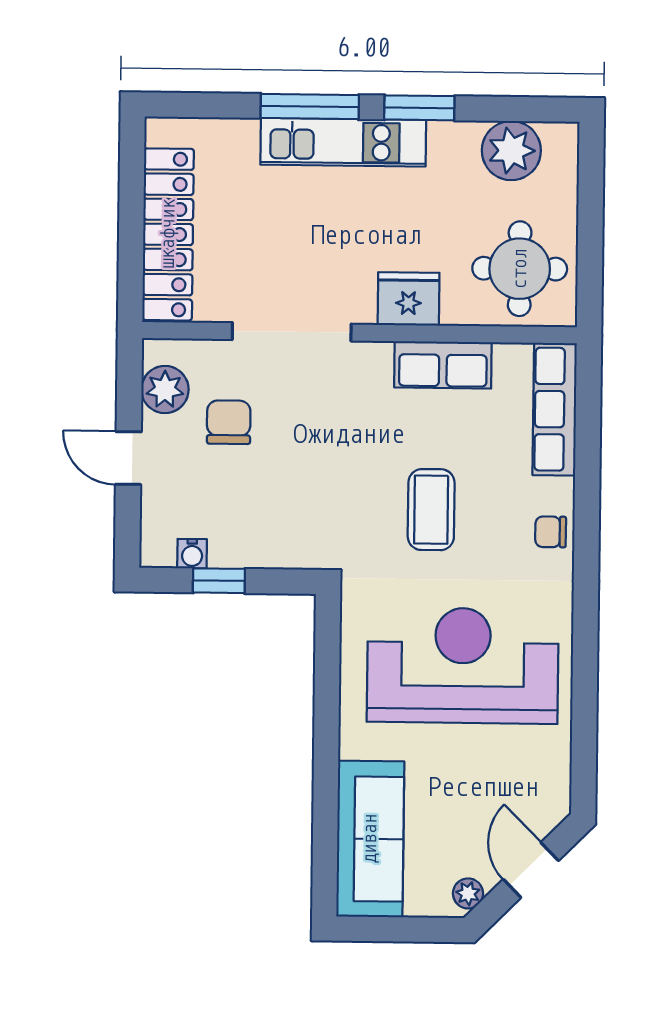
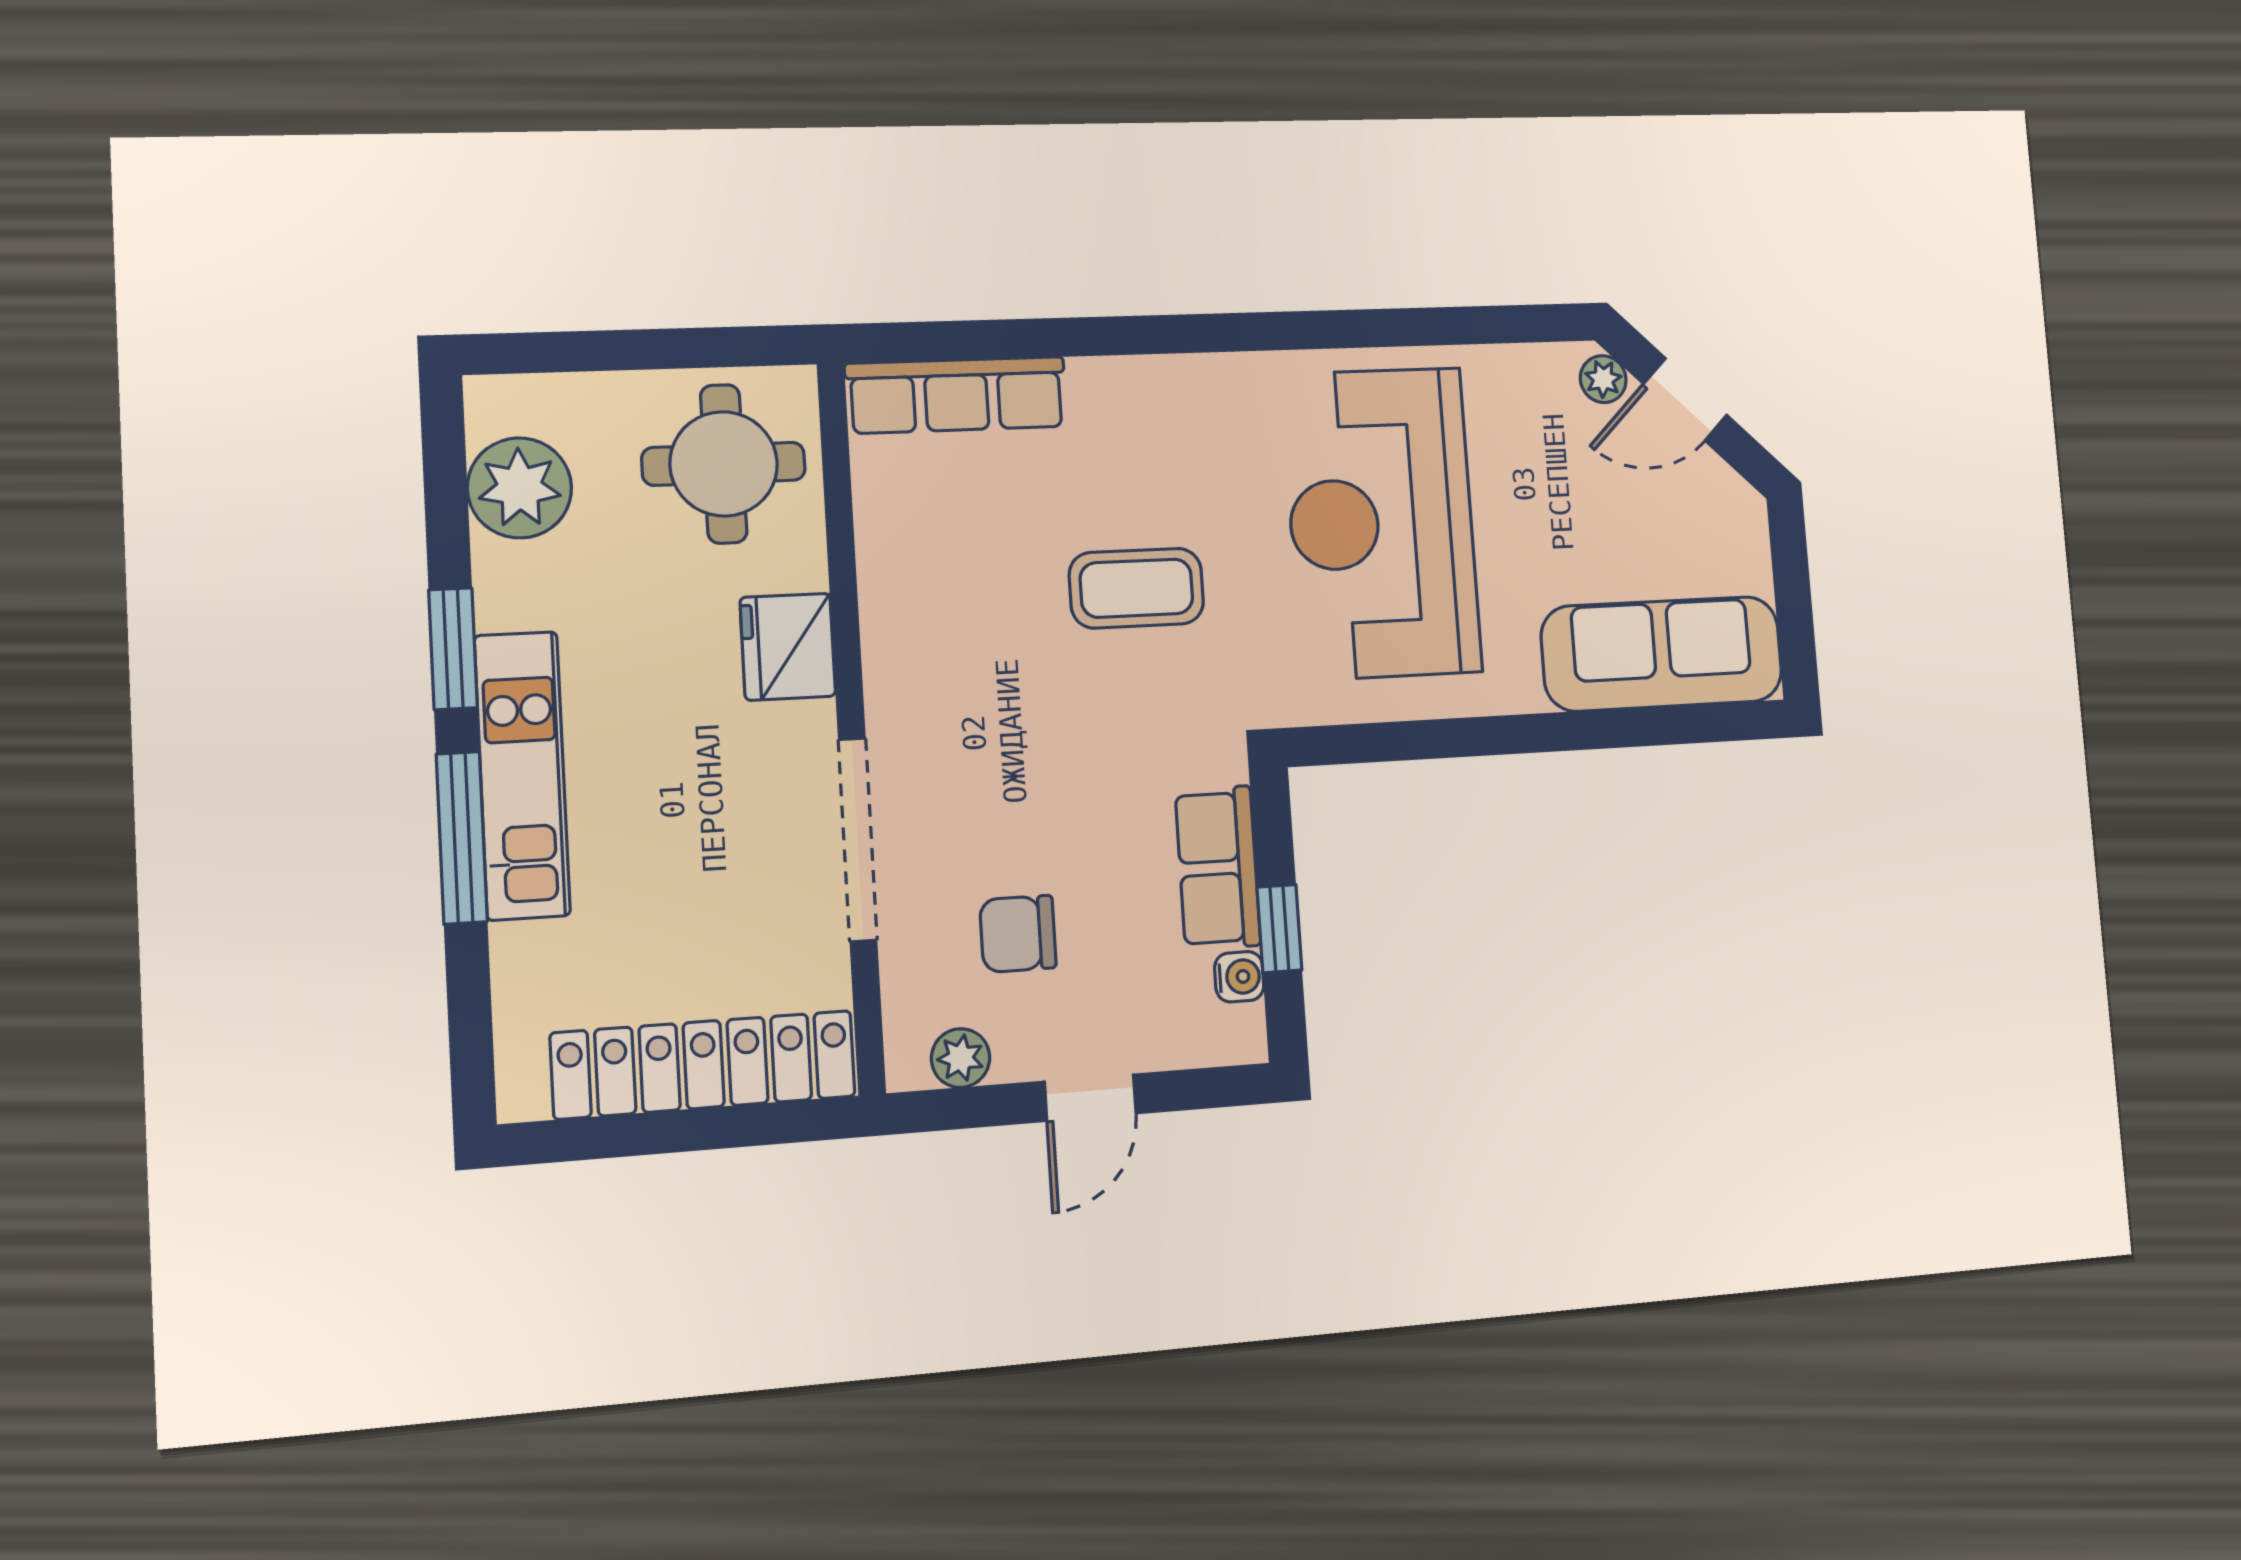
row of seats: (443, 365) -> (1218, 868), moved, turned 180
plant: (165, 390) -> (961, 1058), width x0.73, depth x0.73
chair: (551, 532) -> (1157, 393), removed
plant: (468, 893) -> (1603, 379), moved

